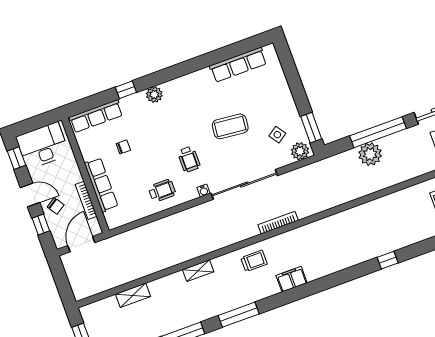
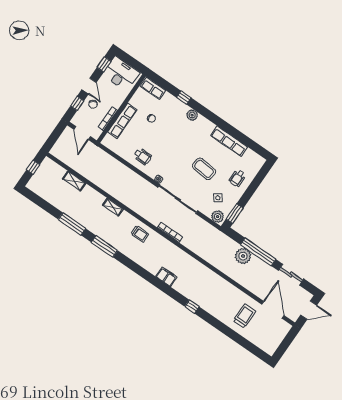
row of seats: (238, 65) -> (229, 141), moved
row of seats: (96, 116) -> (153, 88), width x0.68
wheelchair: (189, 159) -> (237, 178), moved
door: (81, 244) -> (82, 133), swing flipped
filing cabinet: (292, 279) -> (166, 277), moved

